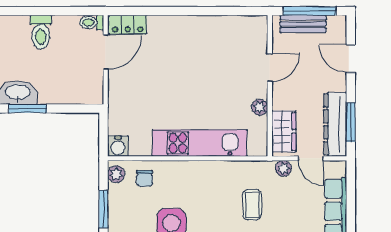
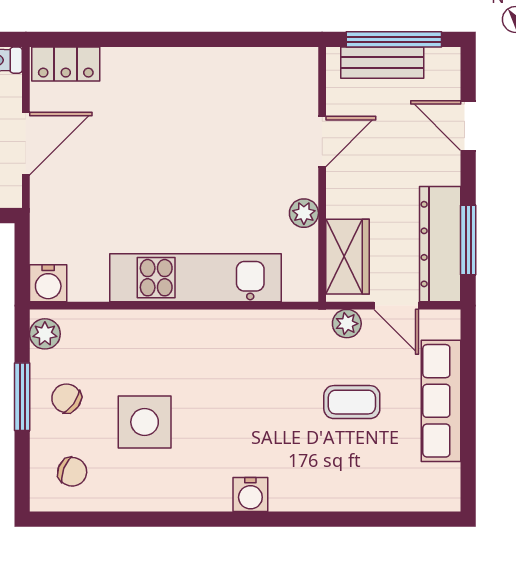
door: (106, 52) -> (26, 144), moved
chair: (144, 178) -> (66, 398), moved, turned 126
coffee table: (252, 205) -> (352, 402), moved, turned 90

